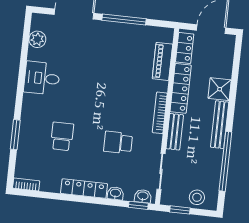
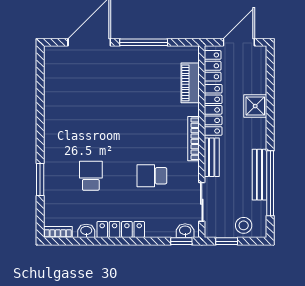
plant: (37, 39) -> (53, 74), removed
desk: (42, 78) -> (62, 115), removed
bench: (220, 125) -> (259, 175), moved
washbasin: (115, 193) -> (86, 231), moved

